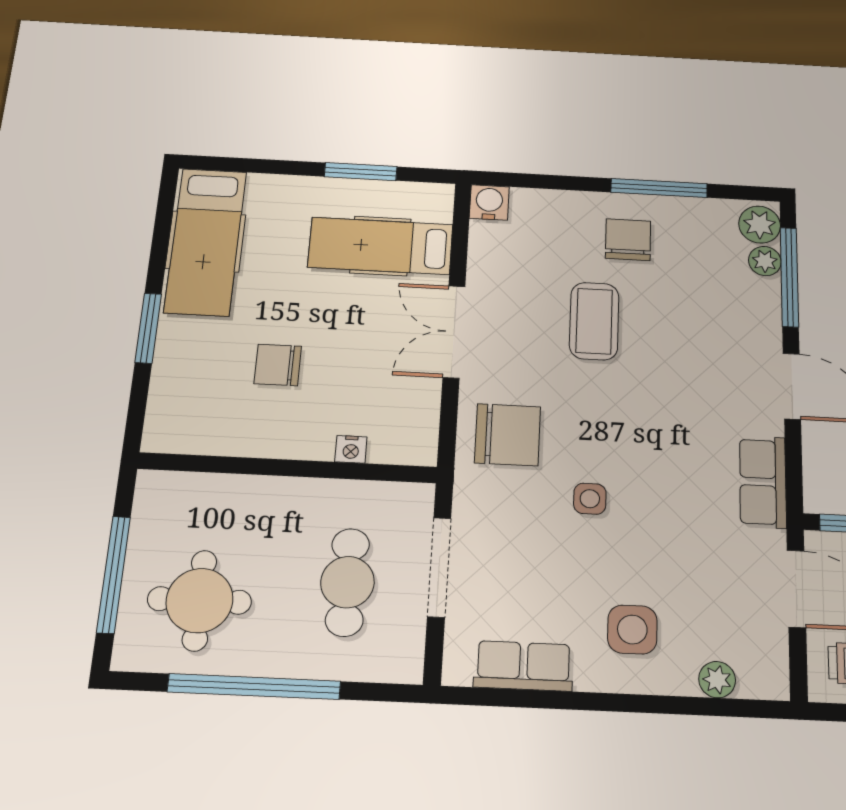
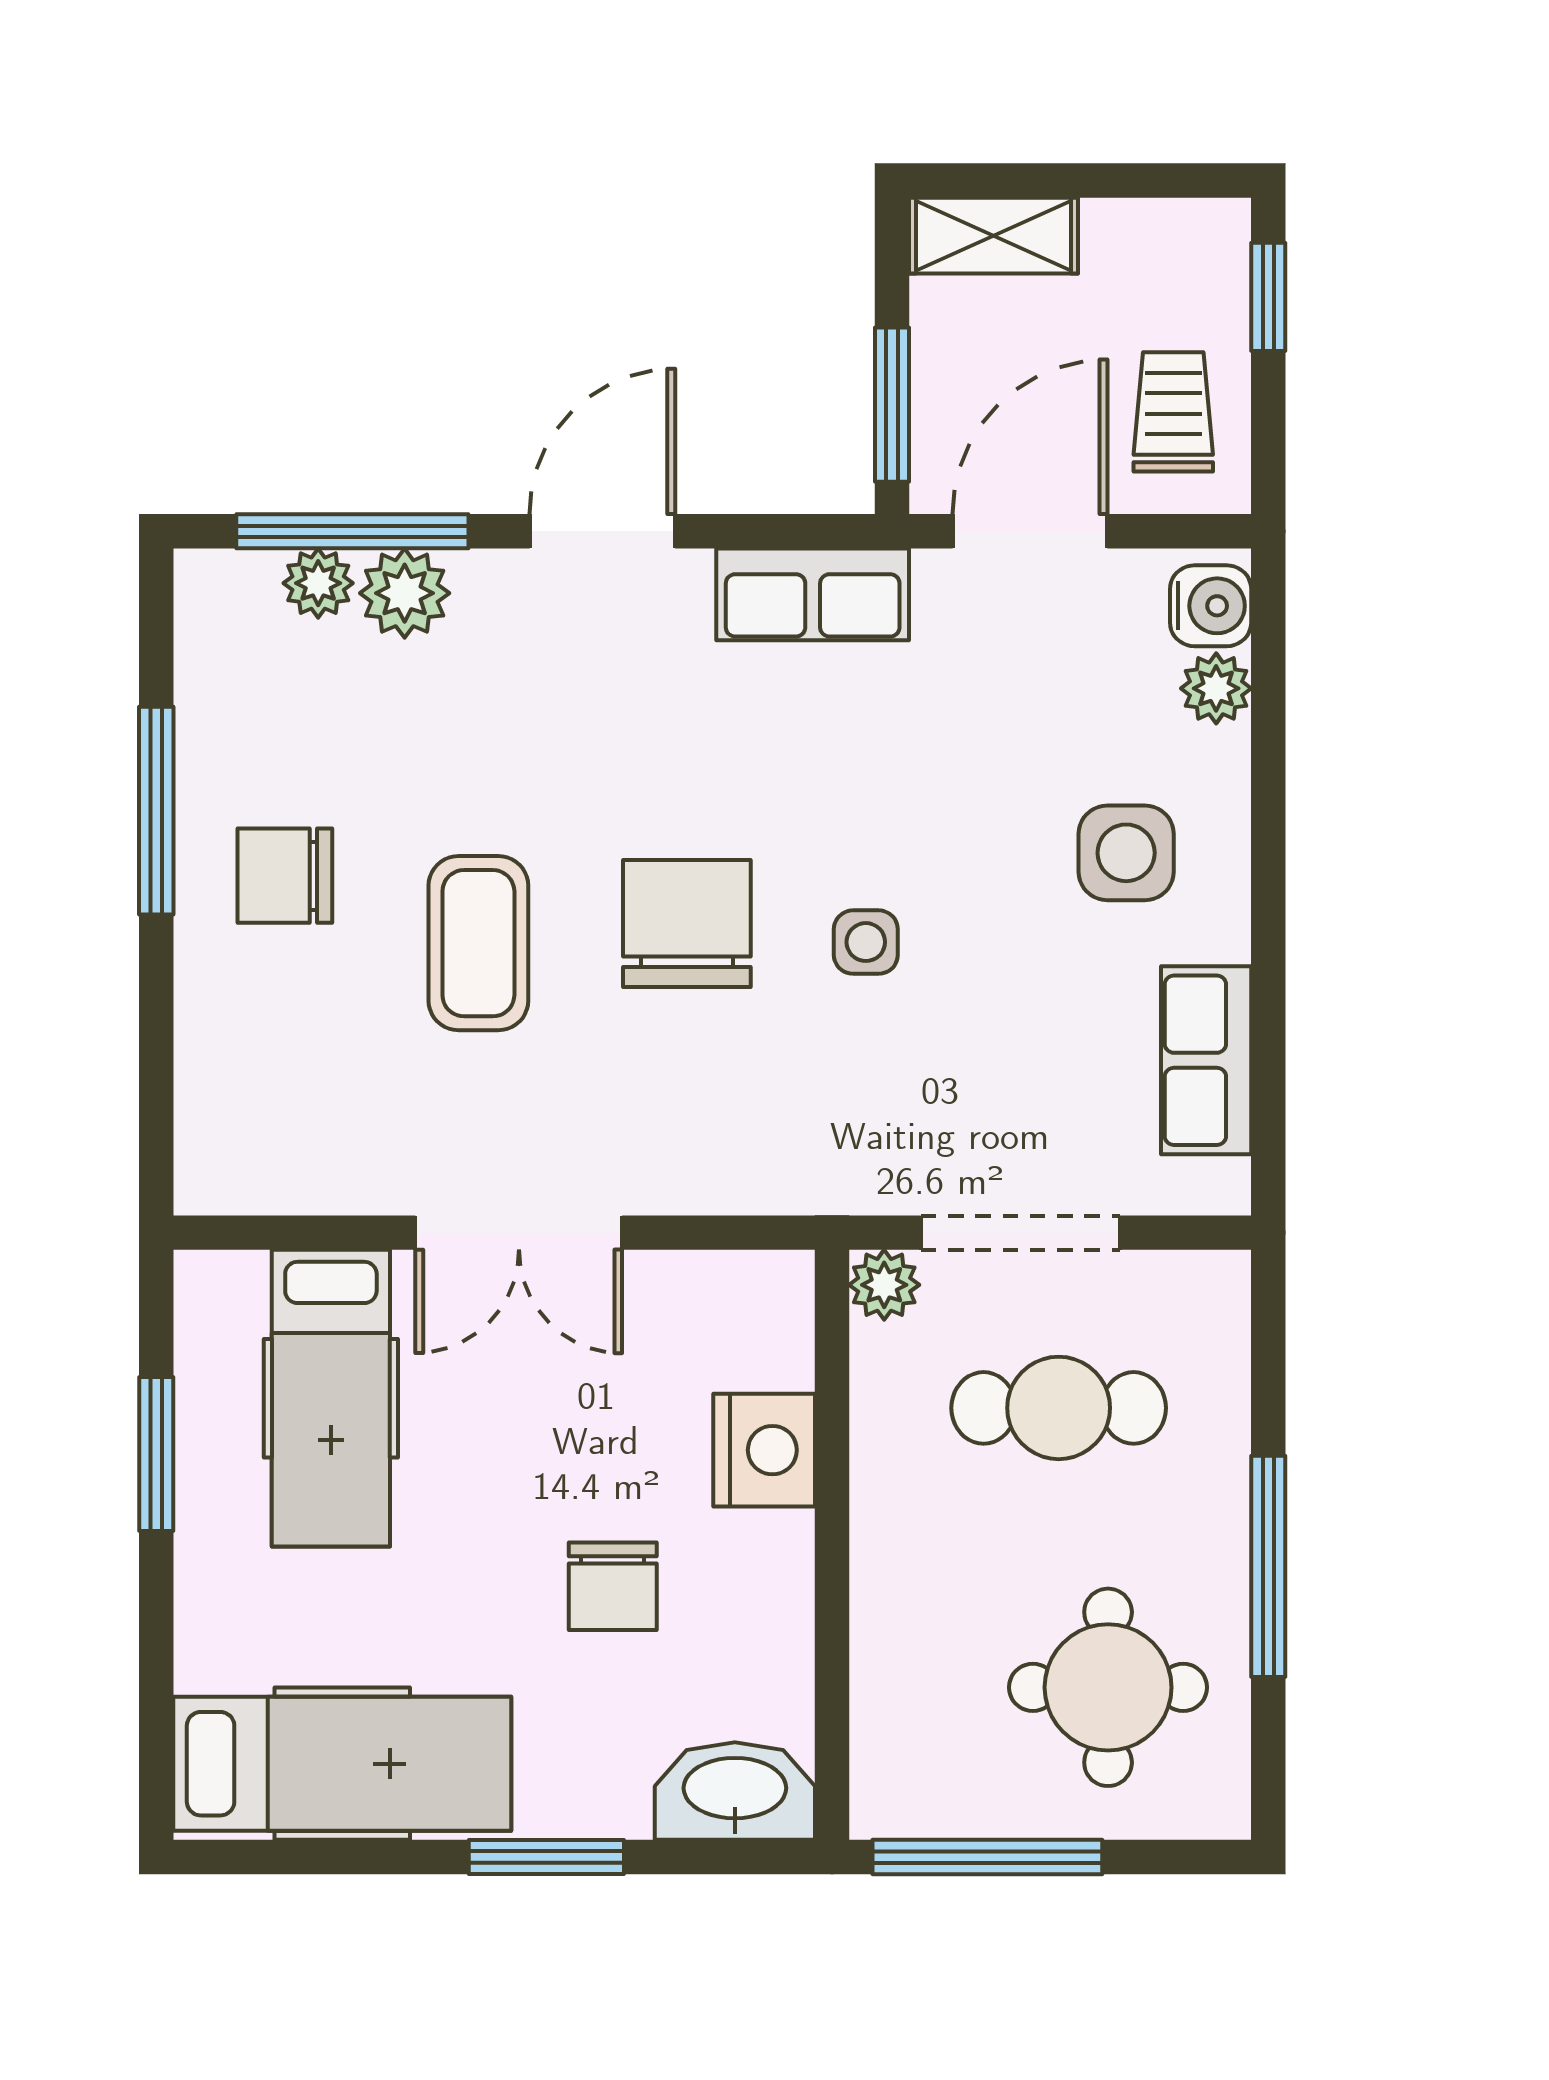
water cooler: (489, 202) -> (1211, 606), moved, turned 180
plant: (760, 225) -> (405, 593), moved
coffee table: (594, 321) -> (478, 943), turned 90
washbasin: (169, 416) -> (735, 1791), added
chair: (508, 435) -> (687, 923), moved
nightstand: (351, 449) -> (764, 1450), width x1.89, depth x1.79
plant: (417, 499) -> (884, 1285), added
window: (114, 574) -> (987, 1857), moved
window: (254, 687) -> (1268, 1566), width x0.68

